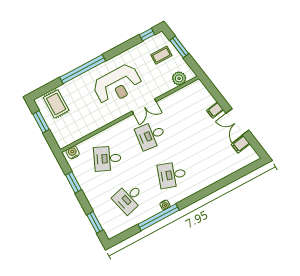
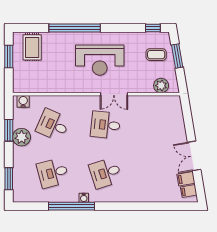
filing cabinet: (215, 110) -> (189, 191), moved
desk: (172, 175) -> (105, 173), turned -36
plant: (87, 182) -> (22, 137), added

